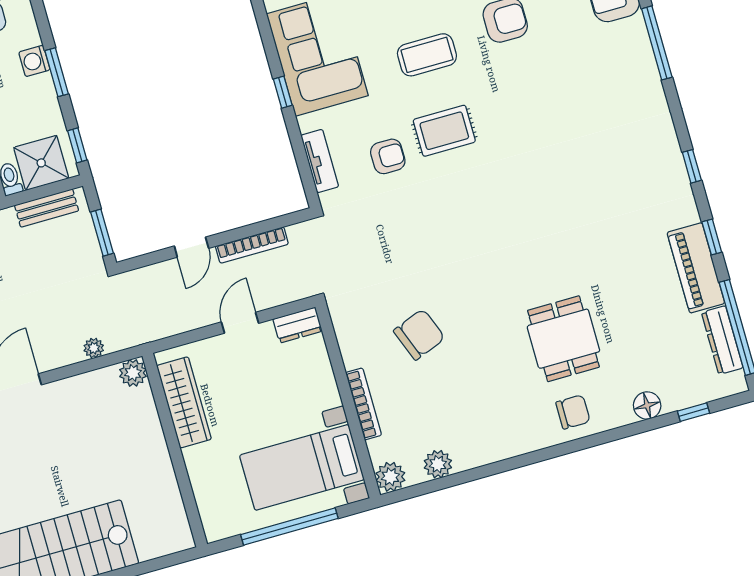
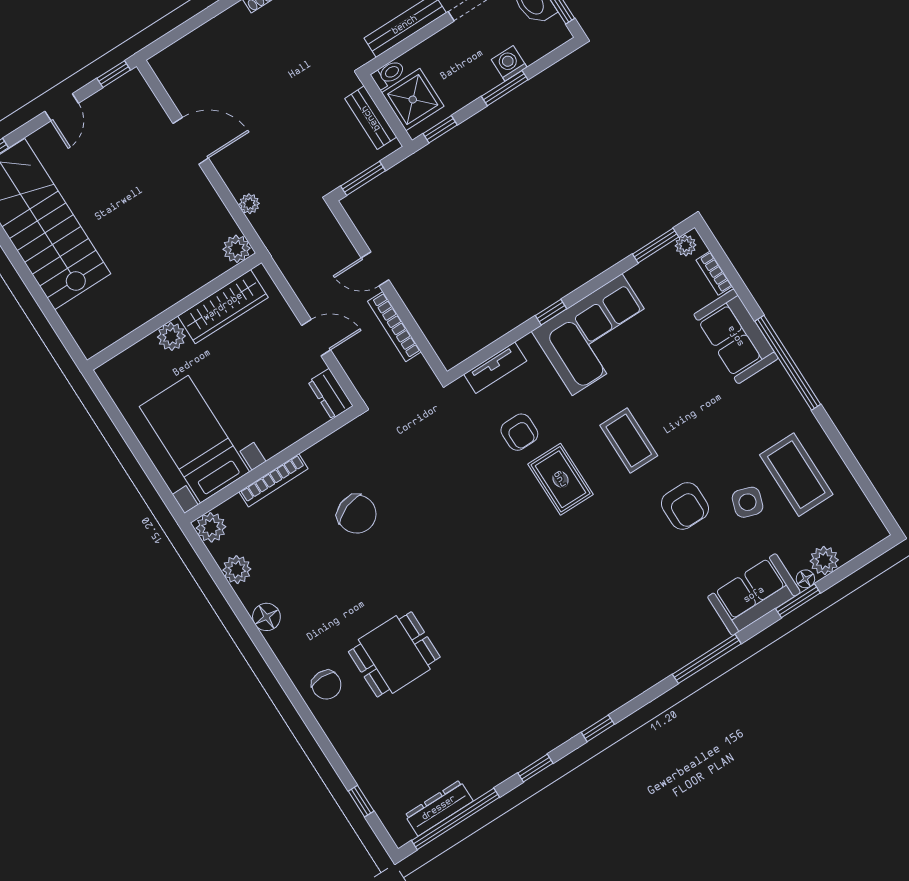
piano: (696, 268) -> (501, 762), removed
floor lamp: (647, 405) -> (266, 617), moved
plant: (198, 460) -> (171, 337), added
window: (289, 526) -> (134, 444), removed

